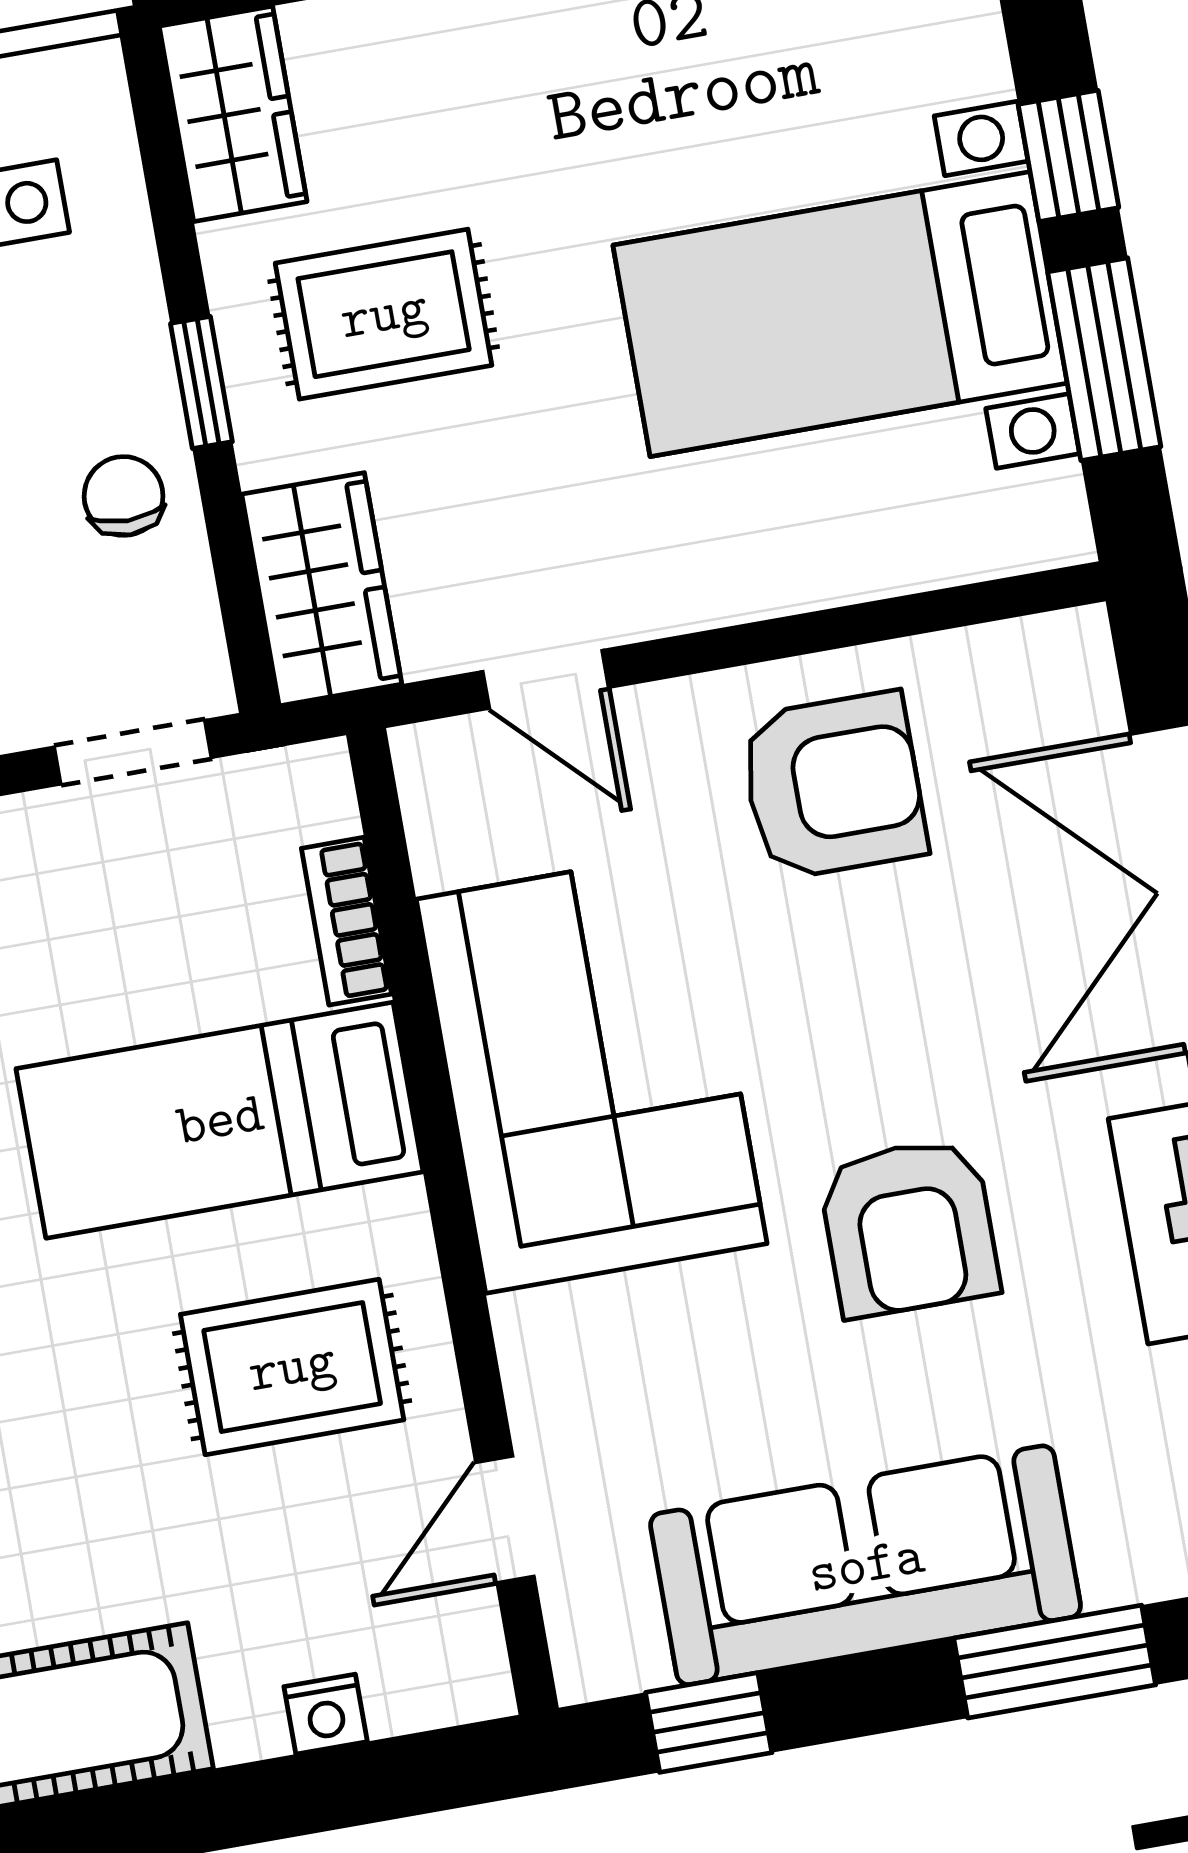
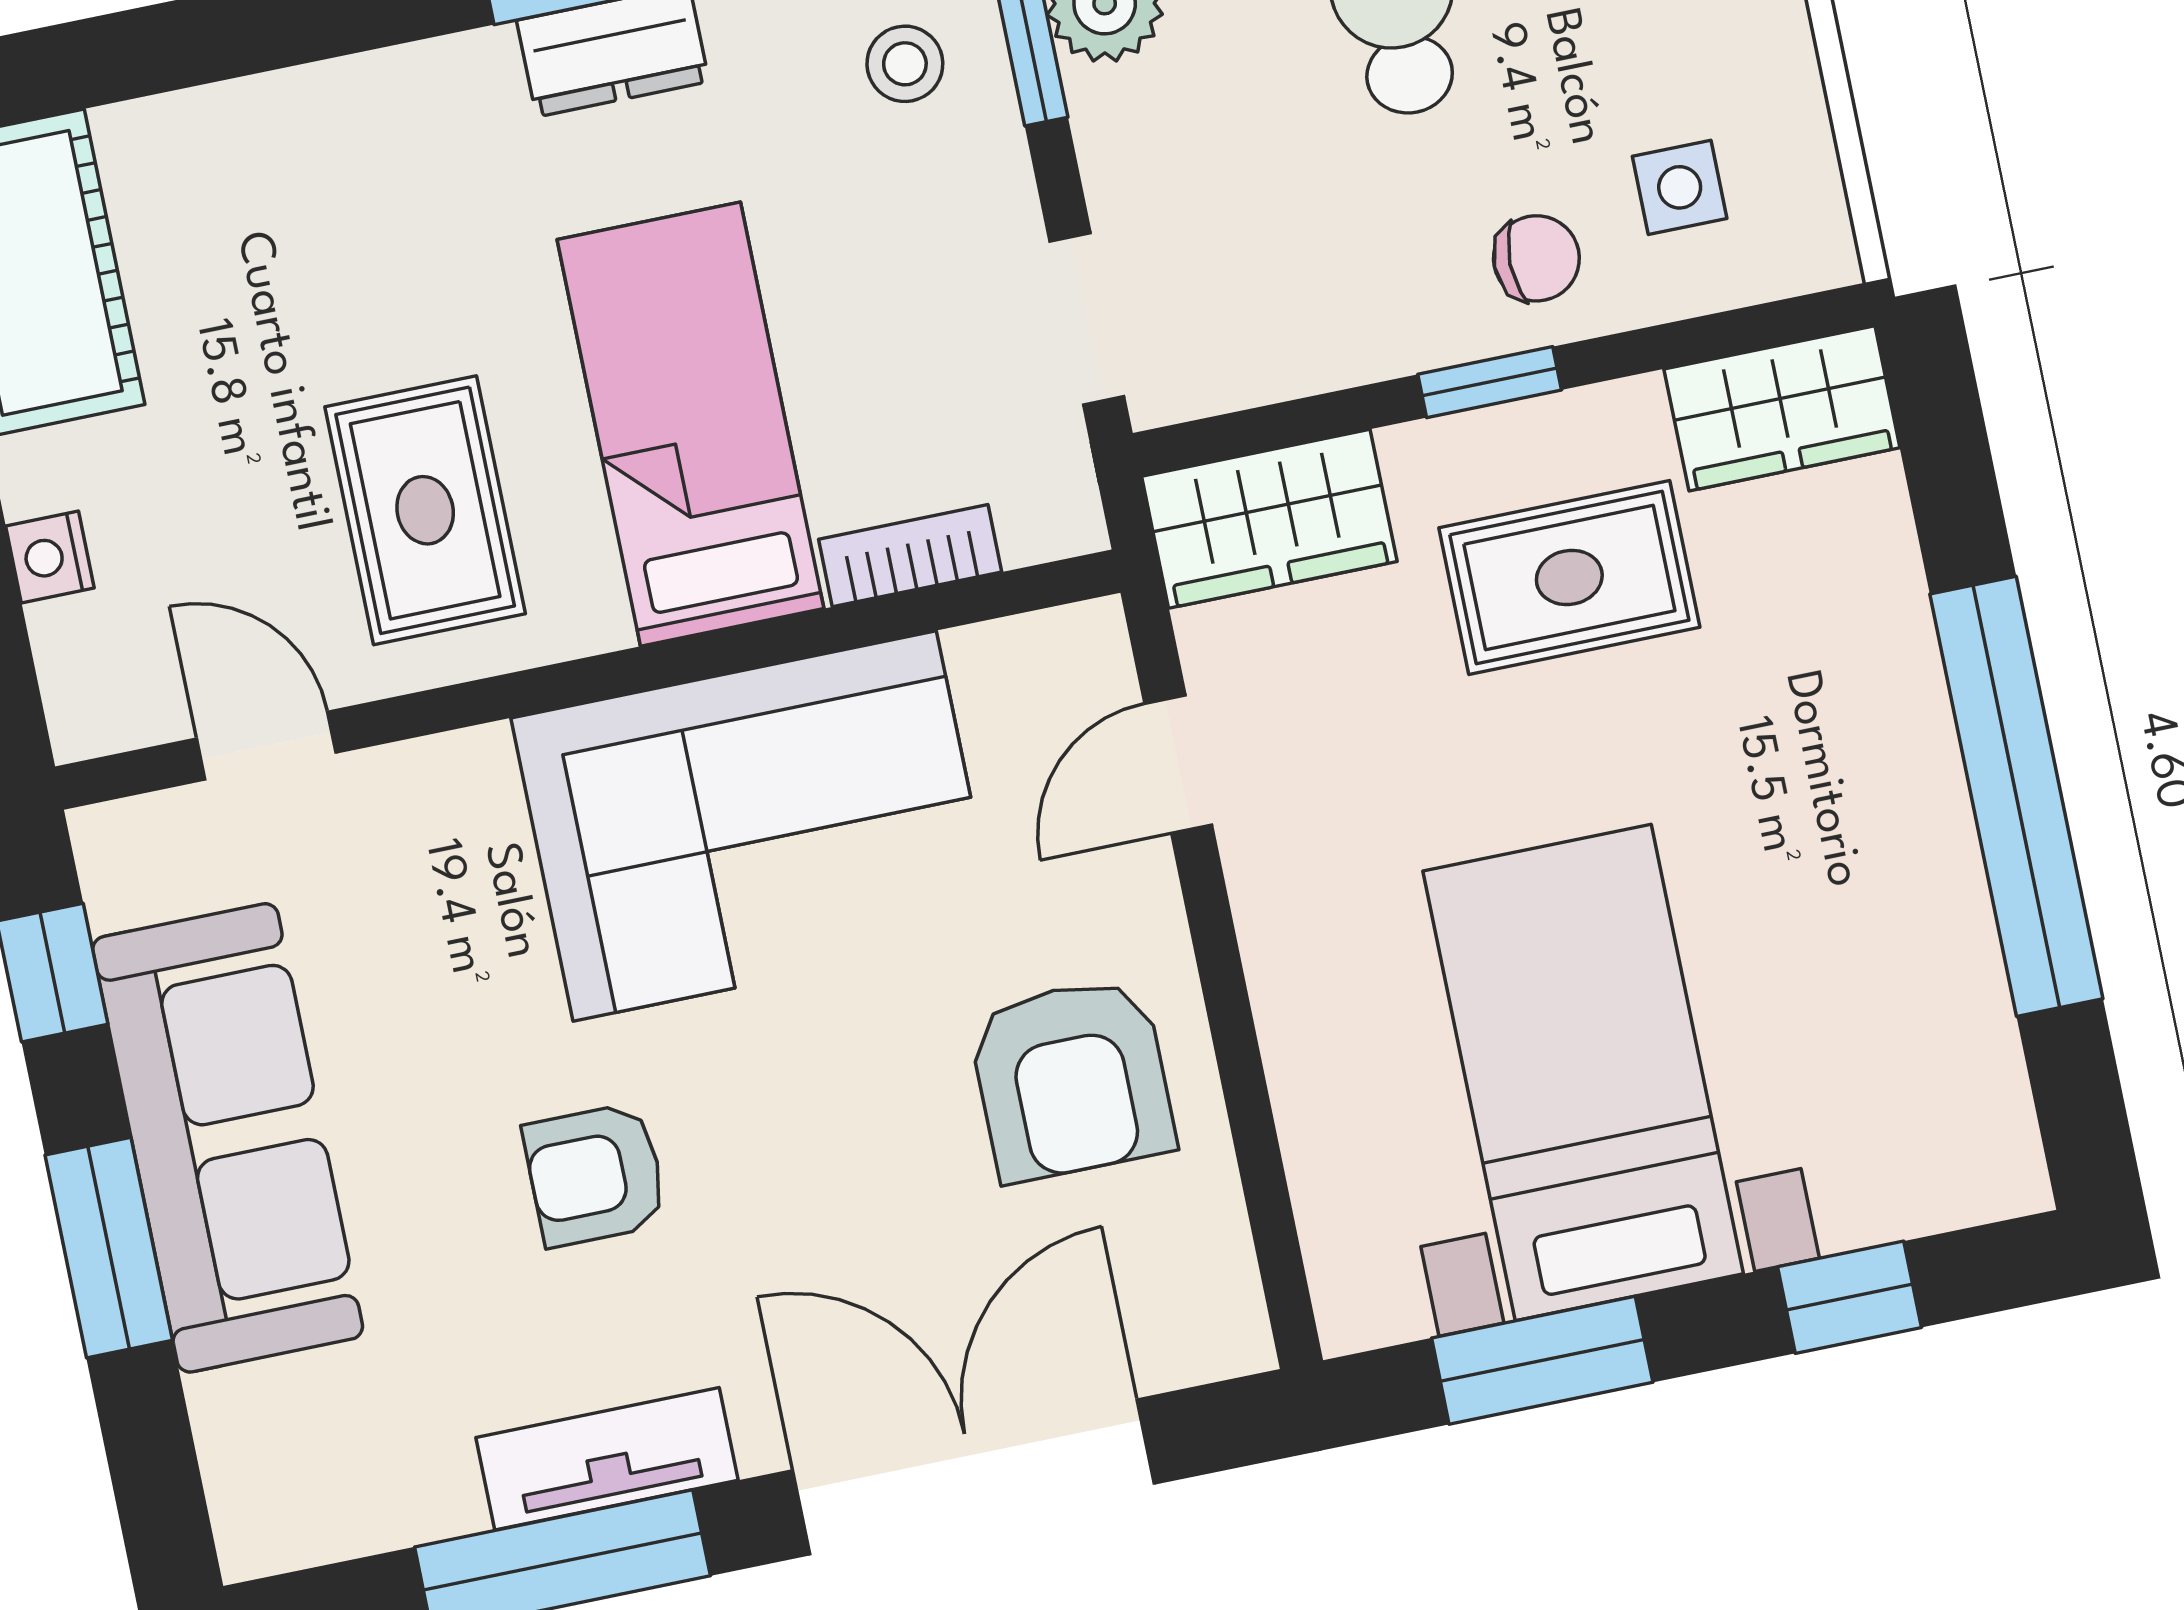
window: (1068, 156) -> (1850, 1297), moved
rug: (384, 314) -> (1569, 578), turned 90
chair: (124, 496) -> (1536, 258), moved
armchair: (909, 1227) -> (595, 1175), width x0.72, depth x0.72
window: (1055, 1662) -> (109, 1248), moved

